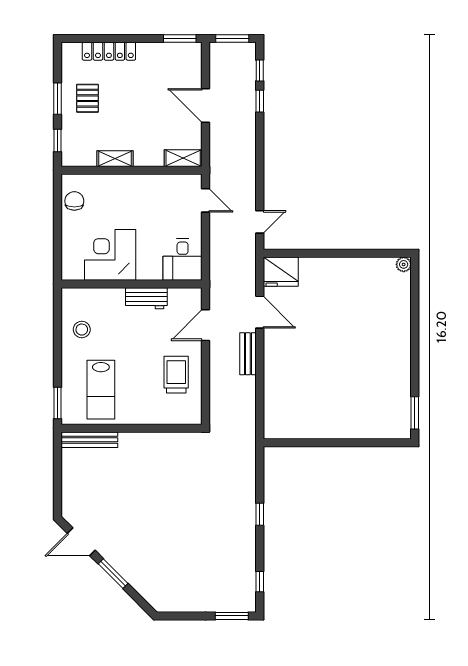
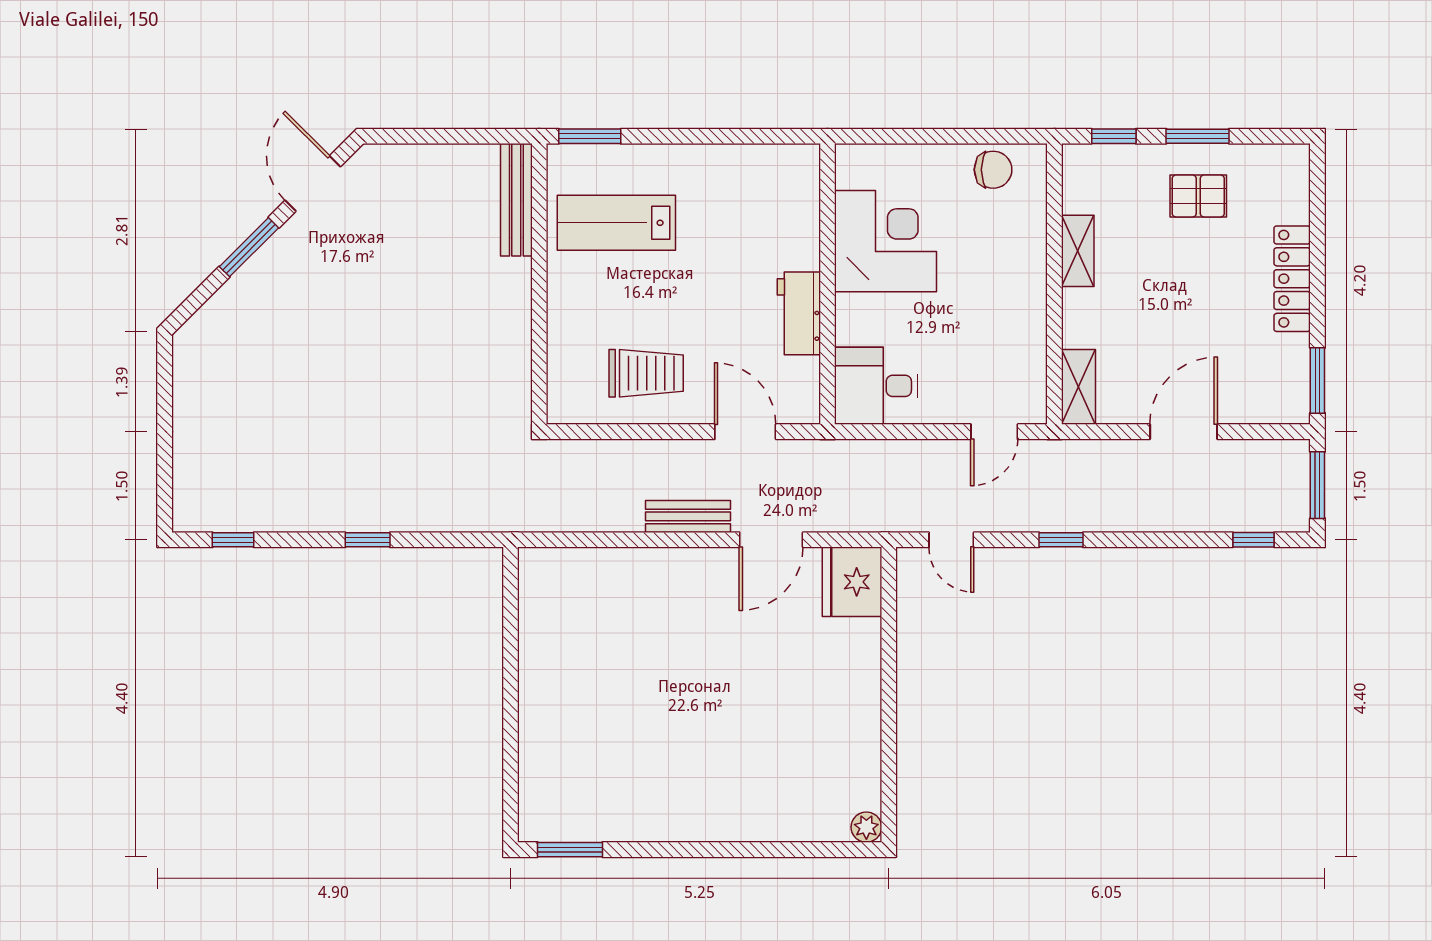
locker: (109, 51) -> (1292, 279), moved
window: (260, 101) -> (1061, 540), moved
stool: (82, 330) -> (736, 185), removed
window: (232, 616) -> (165, 484), removed

